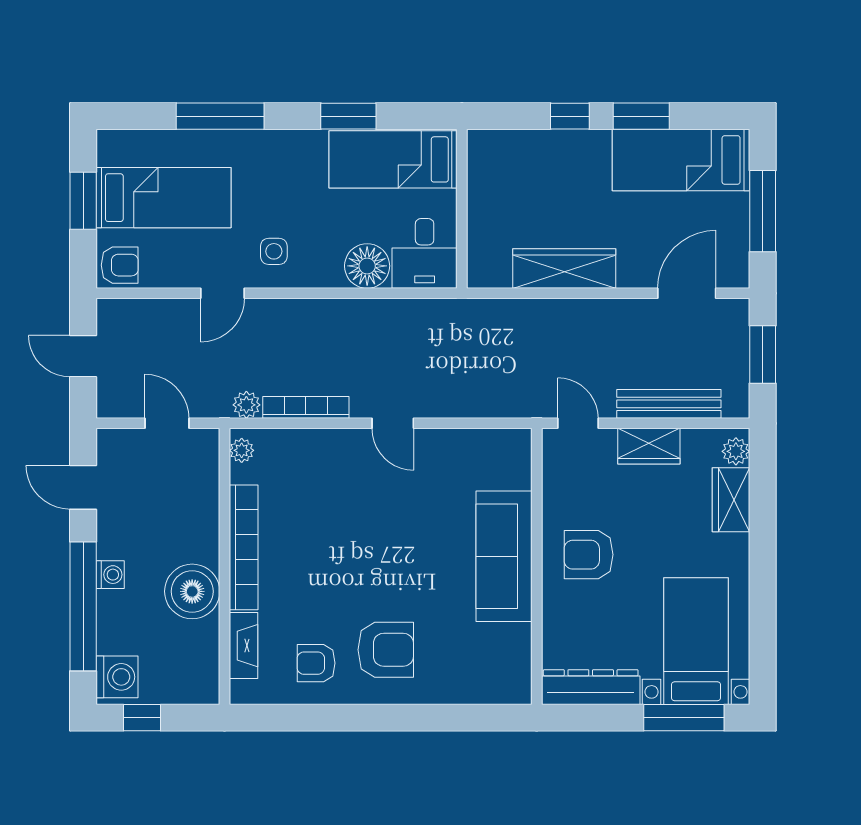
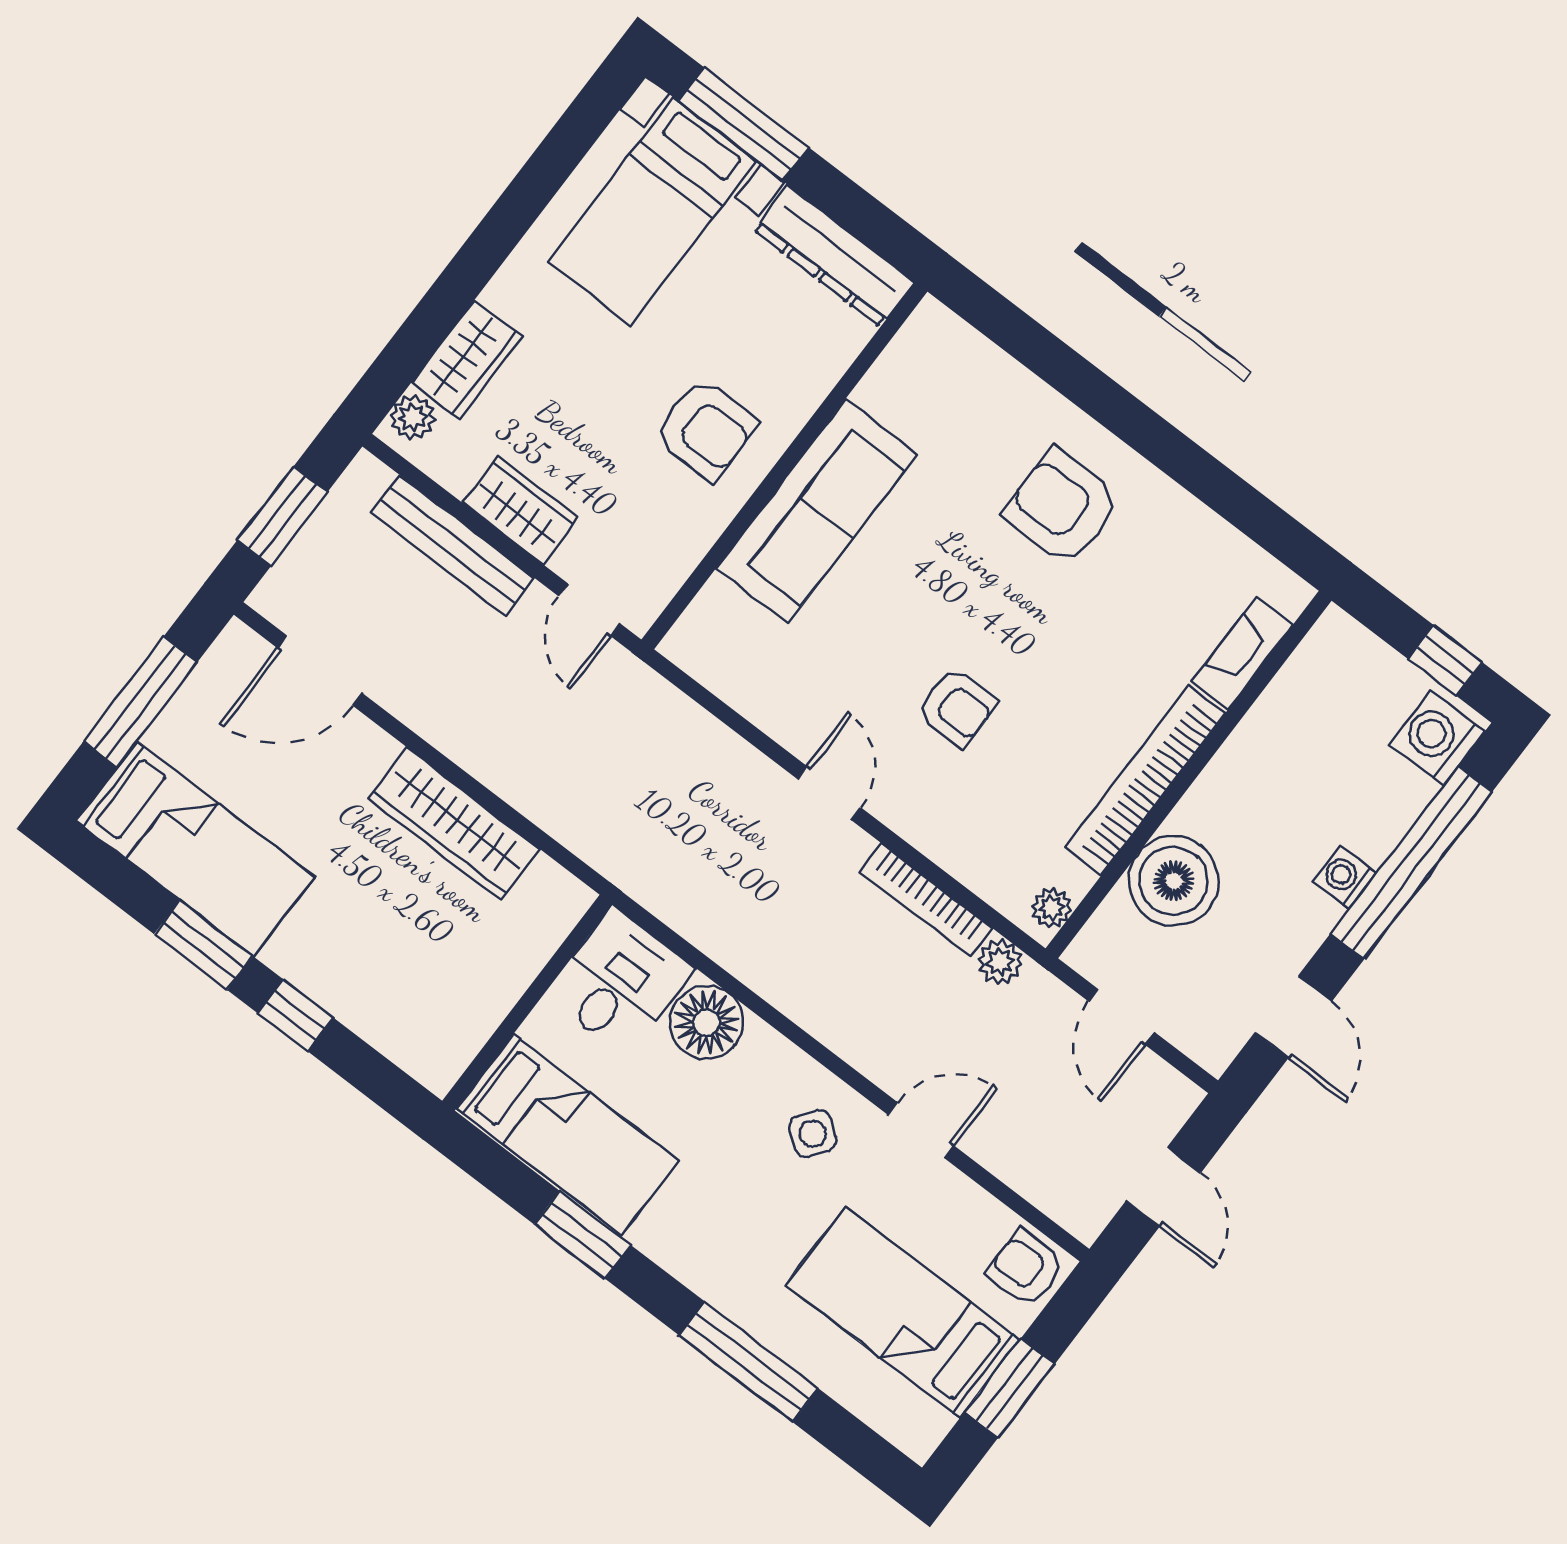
side table: (274, 251) -> (813, 1134), turned 36
boiler: (192, 591) -> (1174, 881), moved
armchair: (316, 663) -> (957, 707), moved

